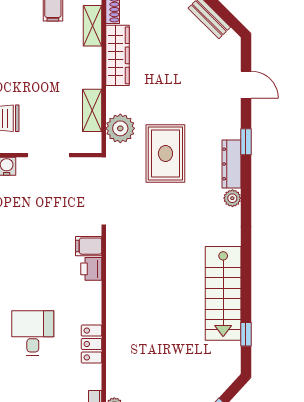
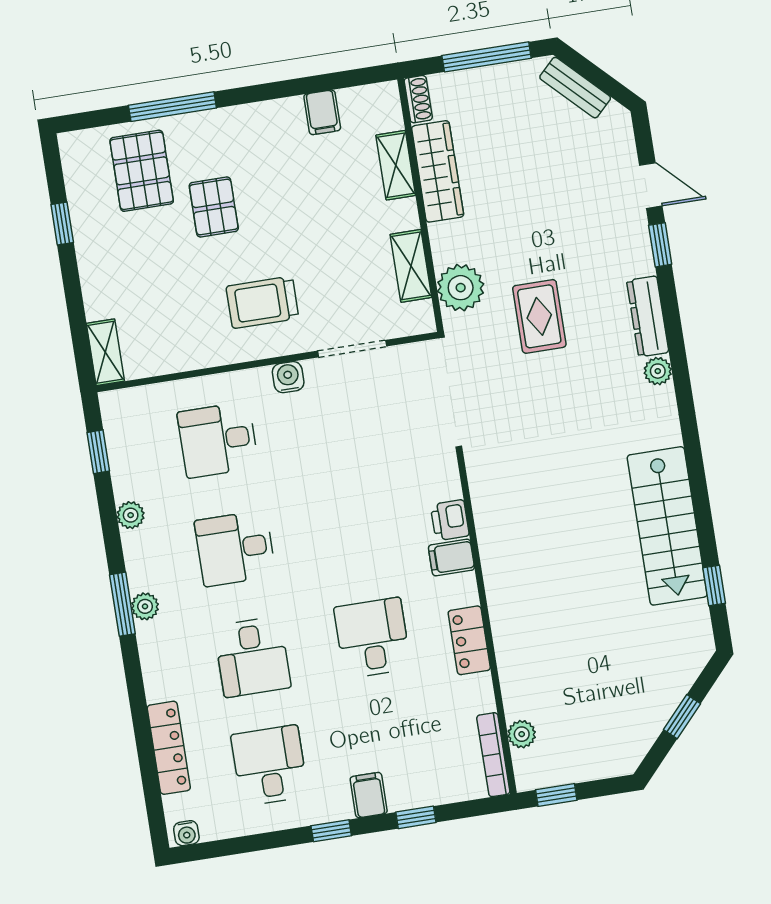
shelving: (93, 26) -> (396, 165), moved
window: (246, 142) -> (660, 245), moved
rug: (165, 154) -> (539, 316), width x0.73, depth x0.70
filing cabinet: (89, 246) -> (451, 557), moved

